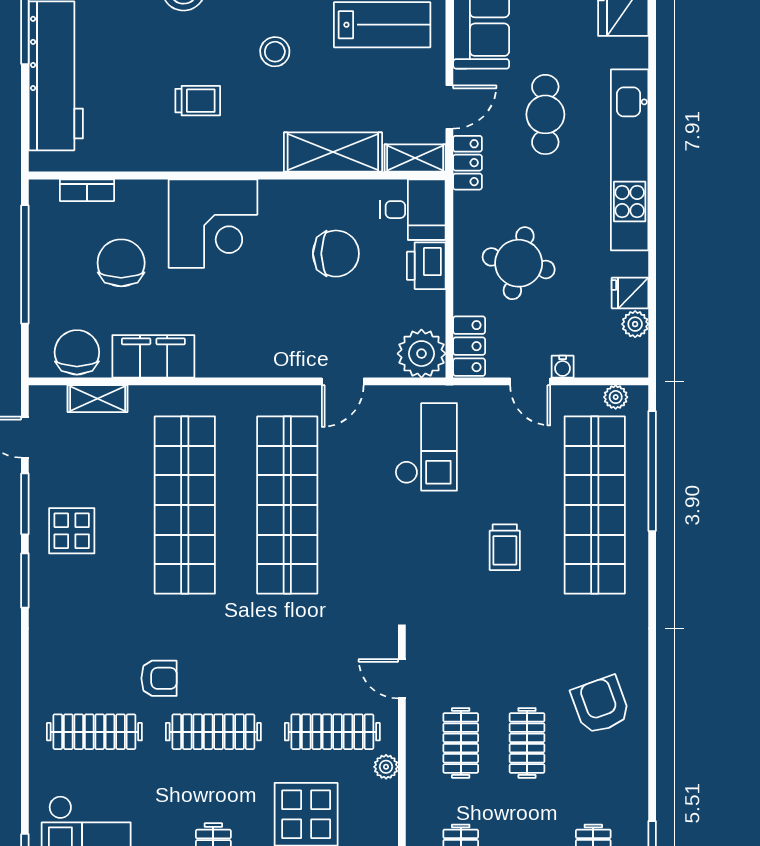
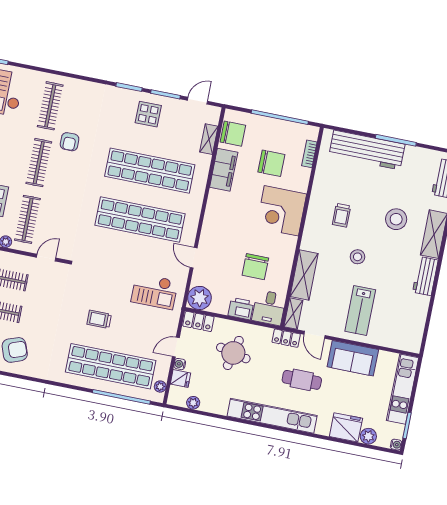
fridge: (630, 293) -> (181, 379), moved, turned 90

